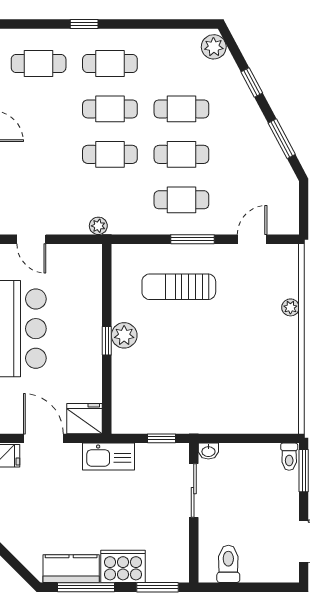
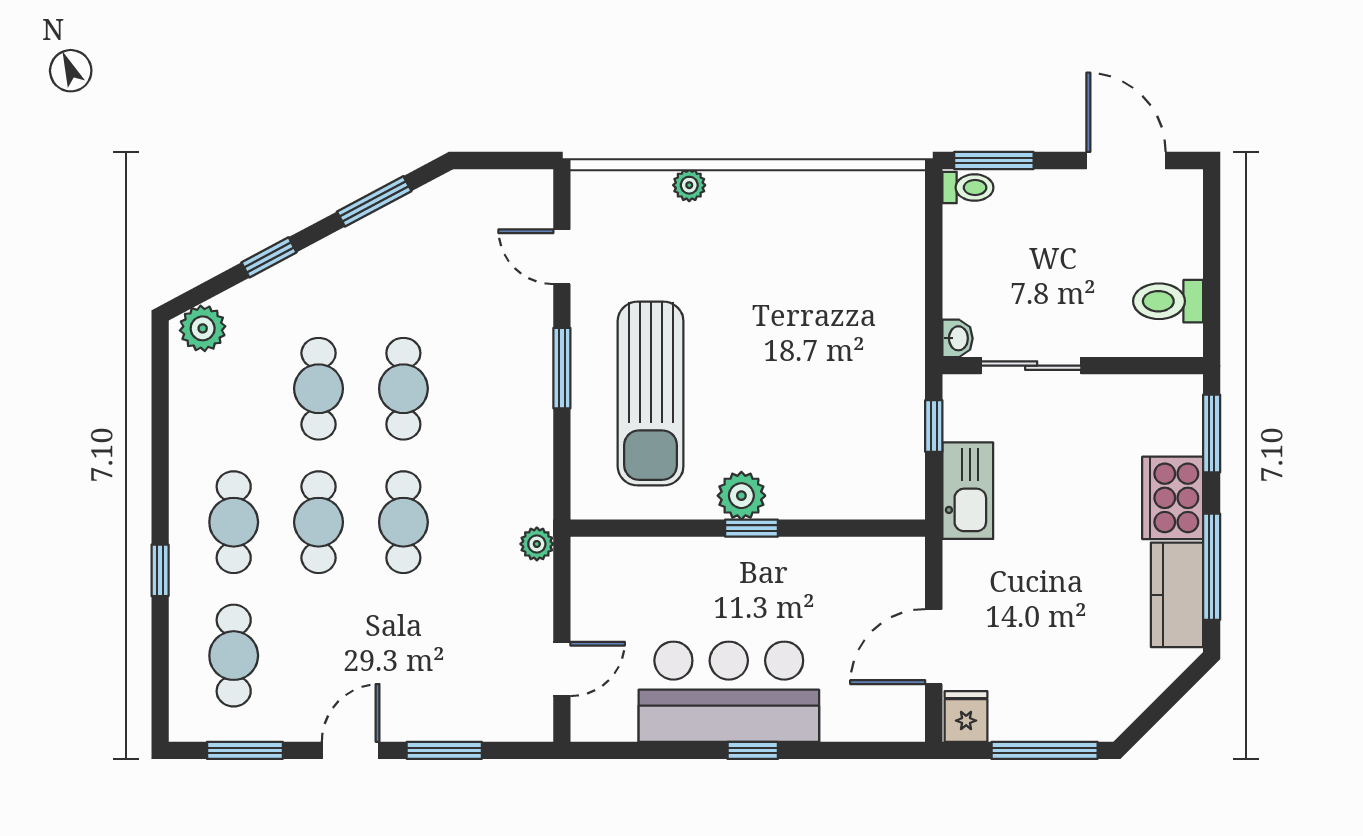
cafe table: (181, 200) -> (488, 389), removed
sun lounger: (179, 287) -> (651, 394), width x1.36, depth x1.34
fridge: (85, 419) -> (897, 570), removed
kitchen sink: (108, 457) -> (968, 491), moved

